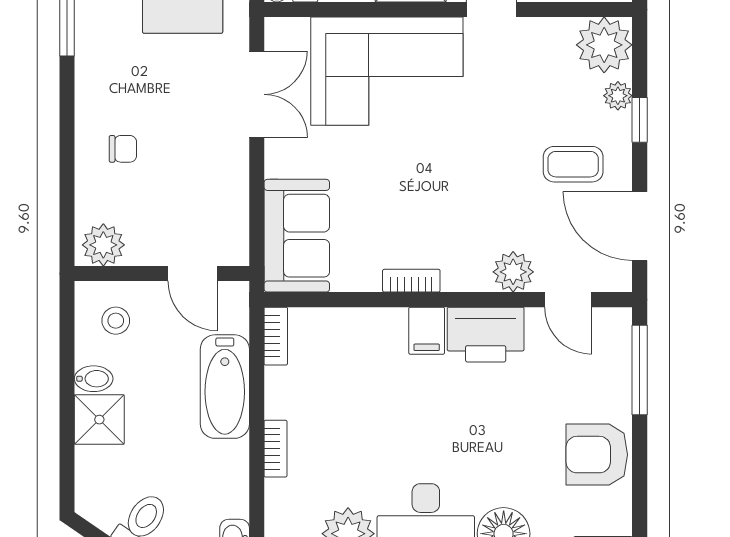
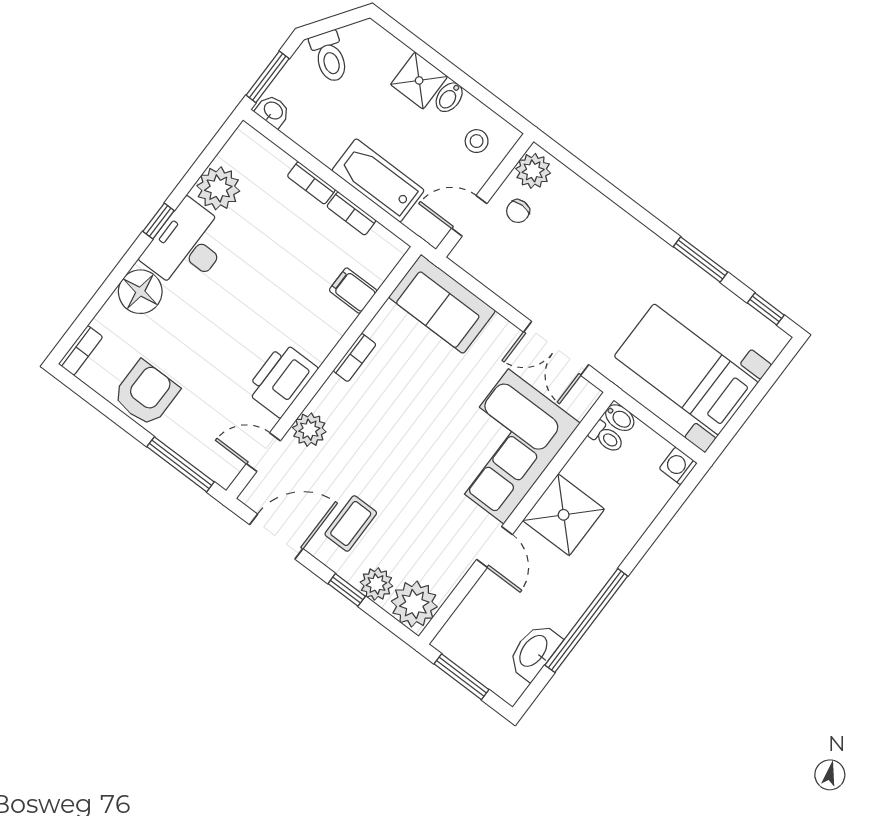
plant: (618, 96) -> (376, 584), width x1.38, depth x1.38
chair: (123, 149) -> (518, 211), moved
filing cabinet: (427, 331) -> (353, 291), moved
bookcase: (276, 336) -> (351, 213), moved

